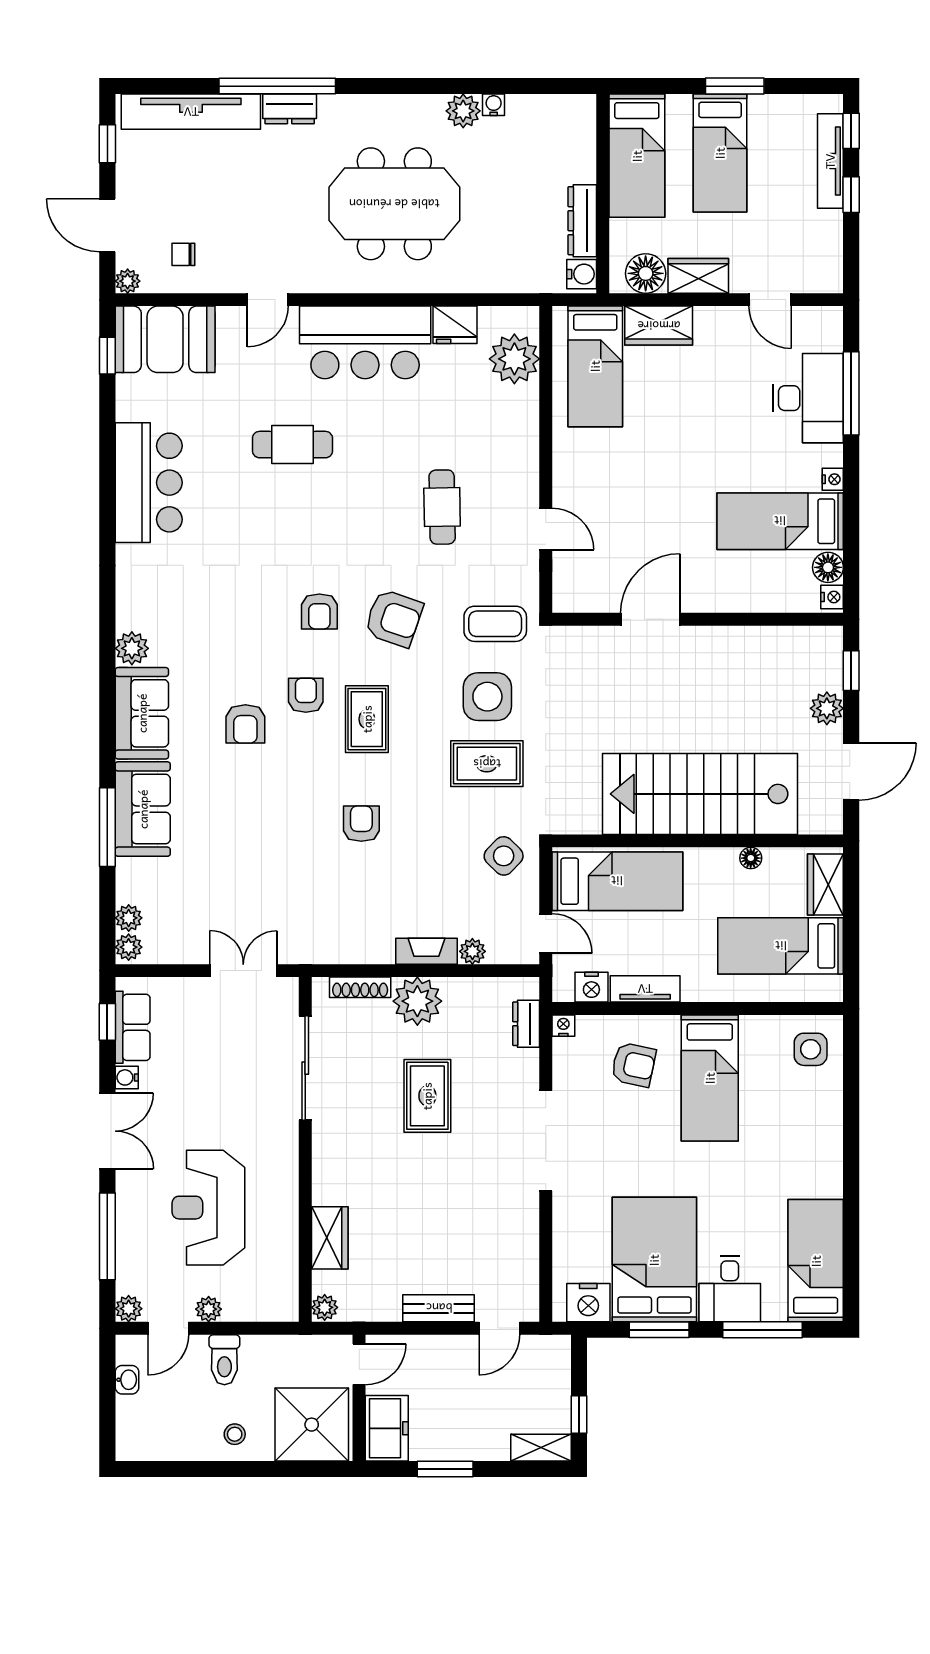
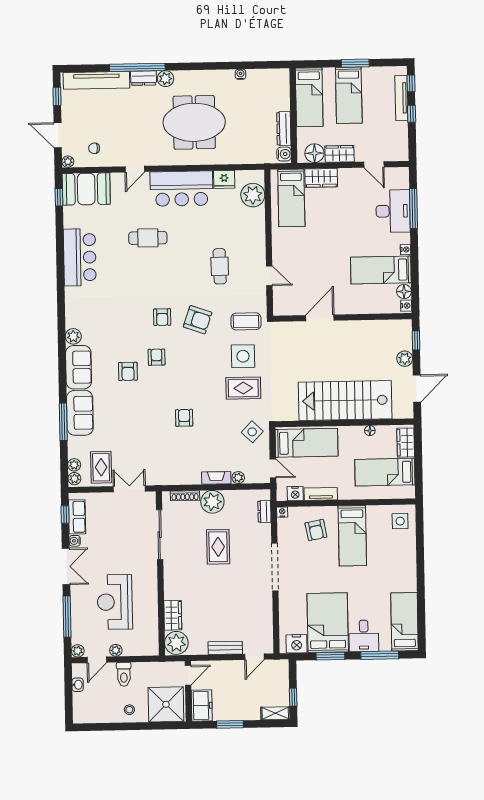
plant: (463, 111) -> (165, 79), moved
rug: (367, 719) -> (101, 467), moved
armchair: (633, 1065) -> (316, 530), turned 67
plant: (325, 1307) -> (176, 643), width x1.87, depth x1.87

